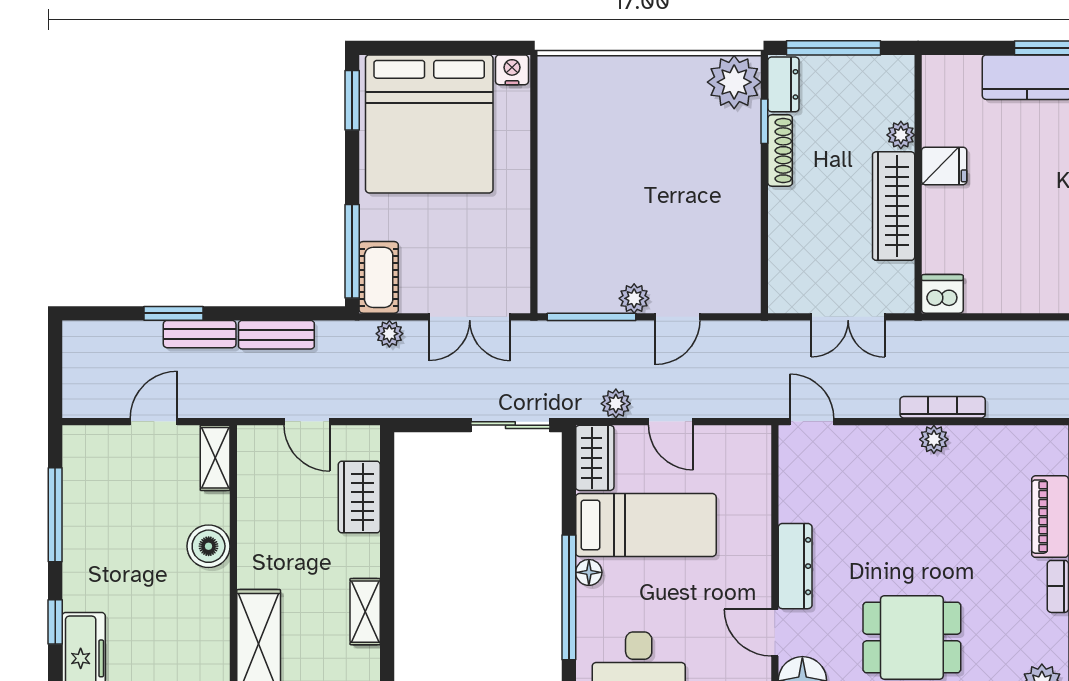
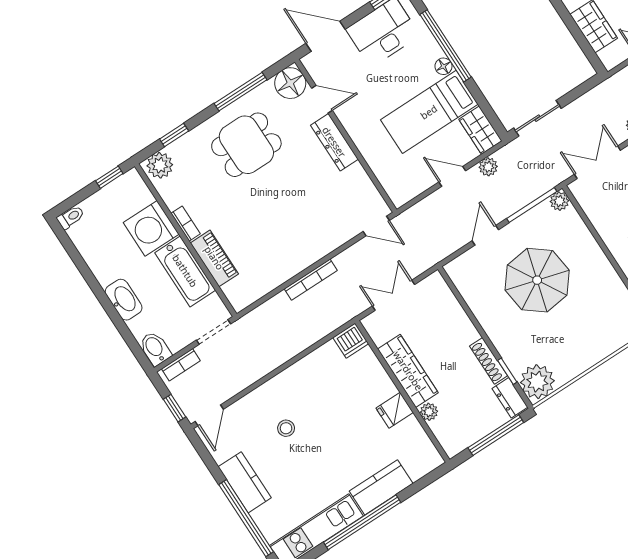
parasol: (648, 215) -> (537, 280), added
plant: (634, 298) -> (559, 201), moved
plant: (934, 439) -> (304, 259), removed

